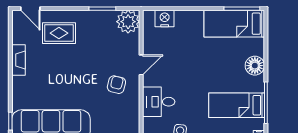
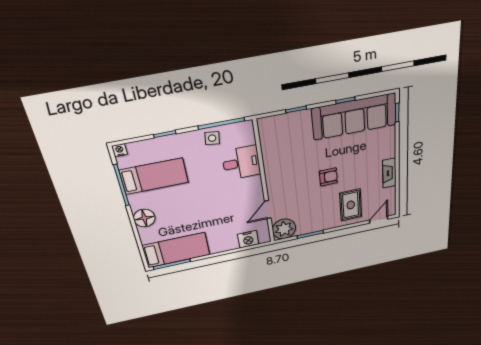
door: (30, 9) -> (379, 220), hinge flipped
rug: (59, 33) -> (351, 205), turned 90
door: (141, 65) -> (268, 210), moved
armchair: (116, 85) -> (328, 177), moved, turned -104

